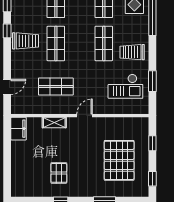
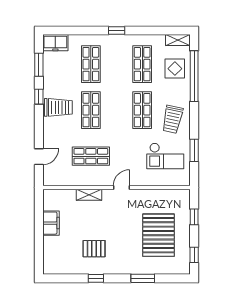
trolley: (132, 52) -> (172, 119), turned -78
filing cabinet: (19, 129) -> (51, 223), moved
pallet: (59, 173) -> (94, 249), turned 90

